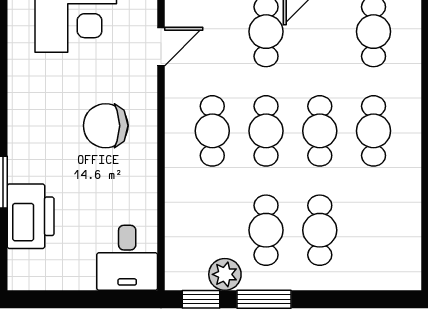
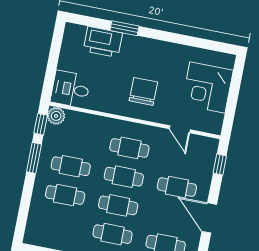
plant: (225, 274) -> (56, 116), moved

